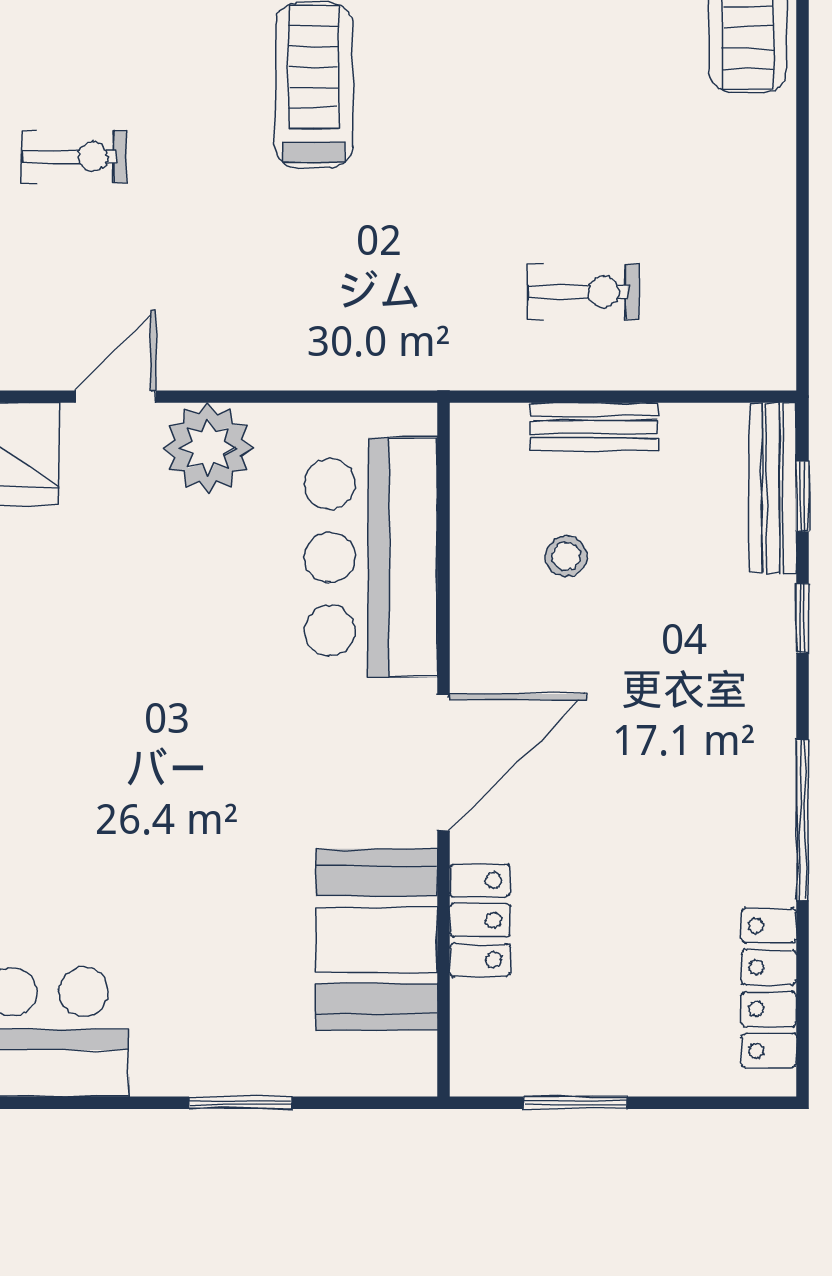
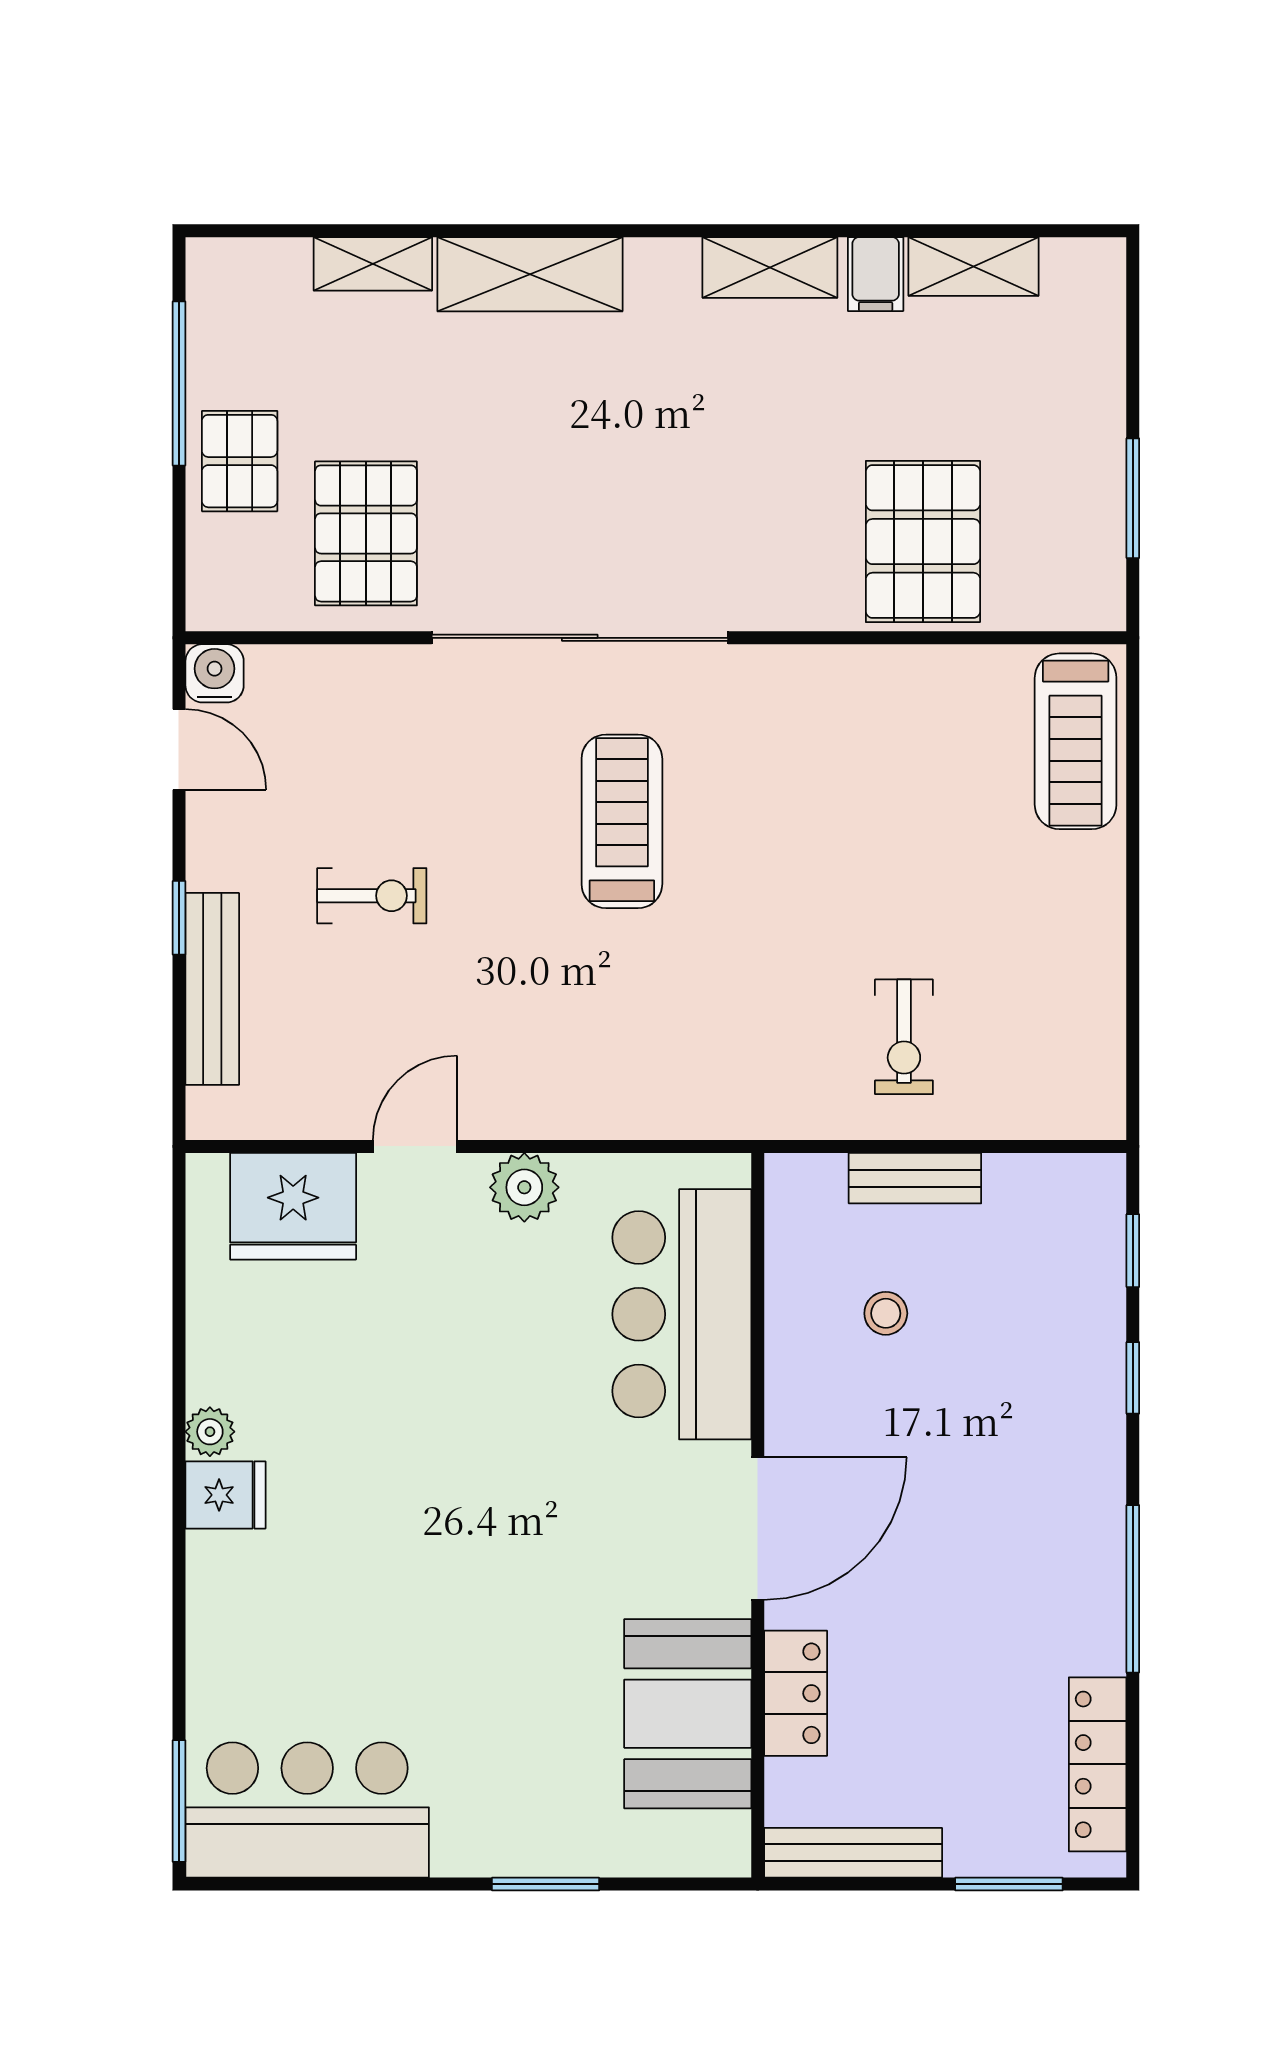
exercise bike: (583, 292) -> (904, 1037), turned 90
plant: (208, 448) -> (524, 1187), width x0.73, depth x0.73
bench: (773, 488) -> (853, 1853), moved, turned 90
window: (575, 1103) -> (1009, 1884), moved

